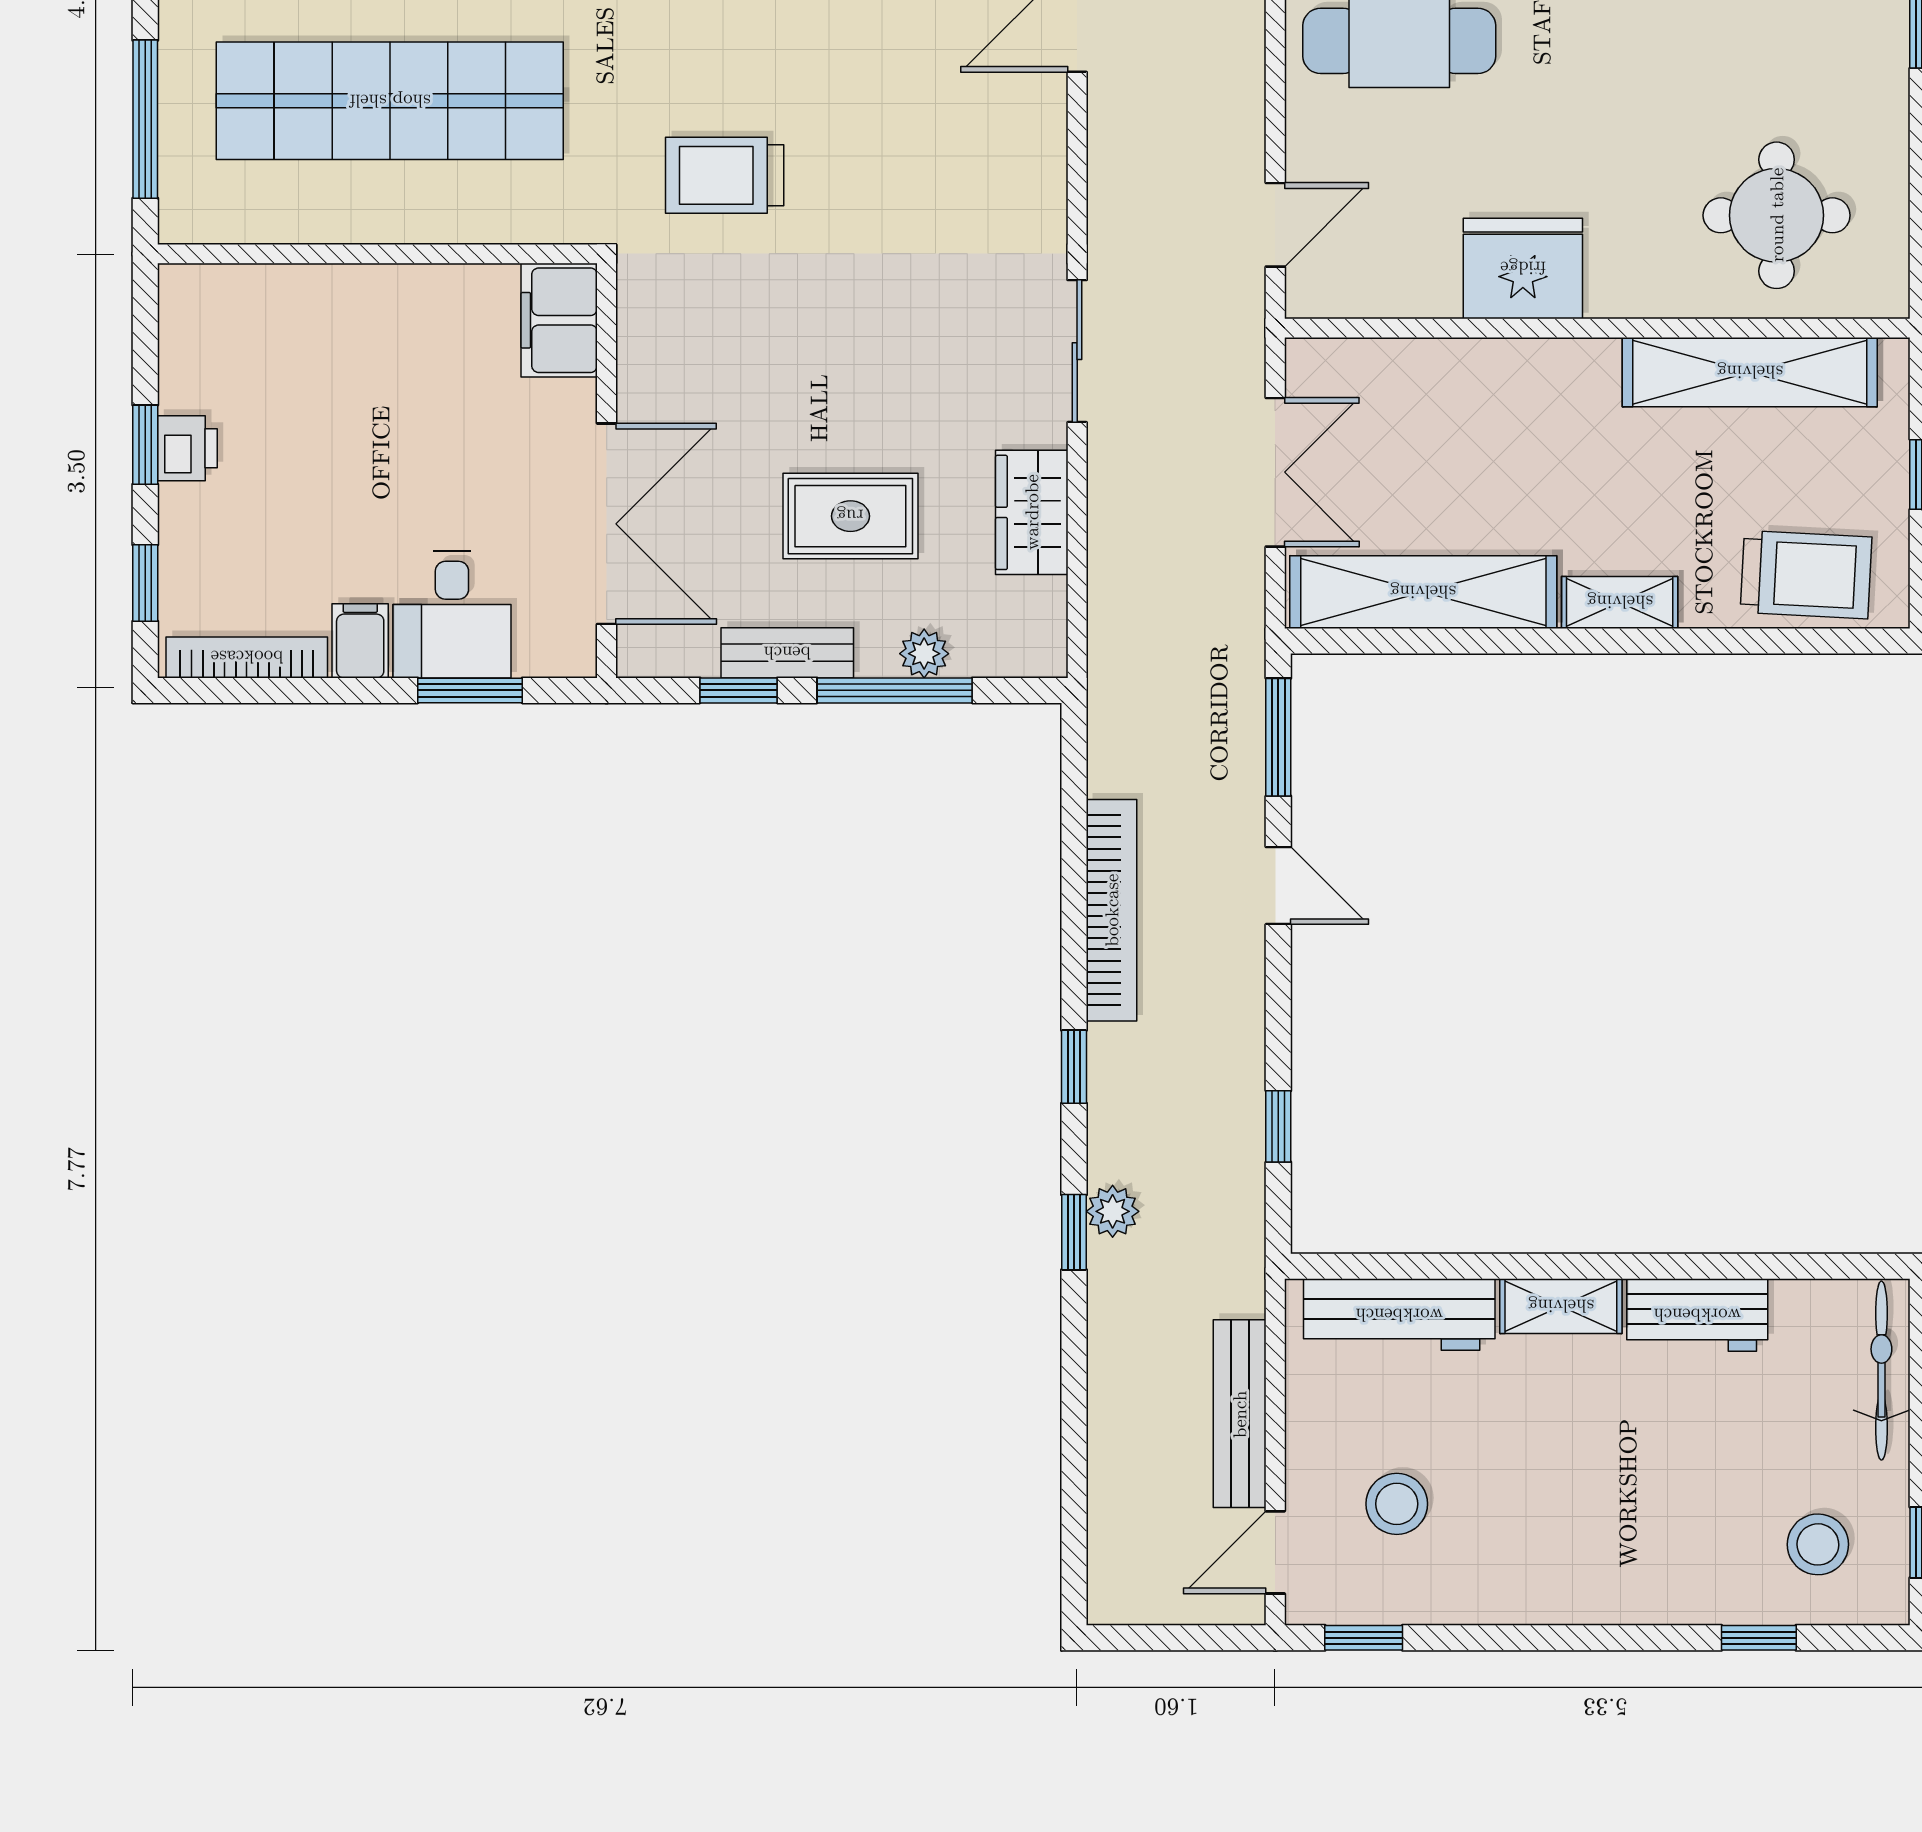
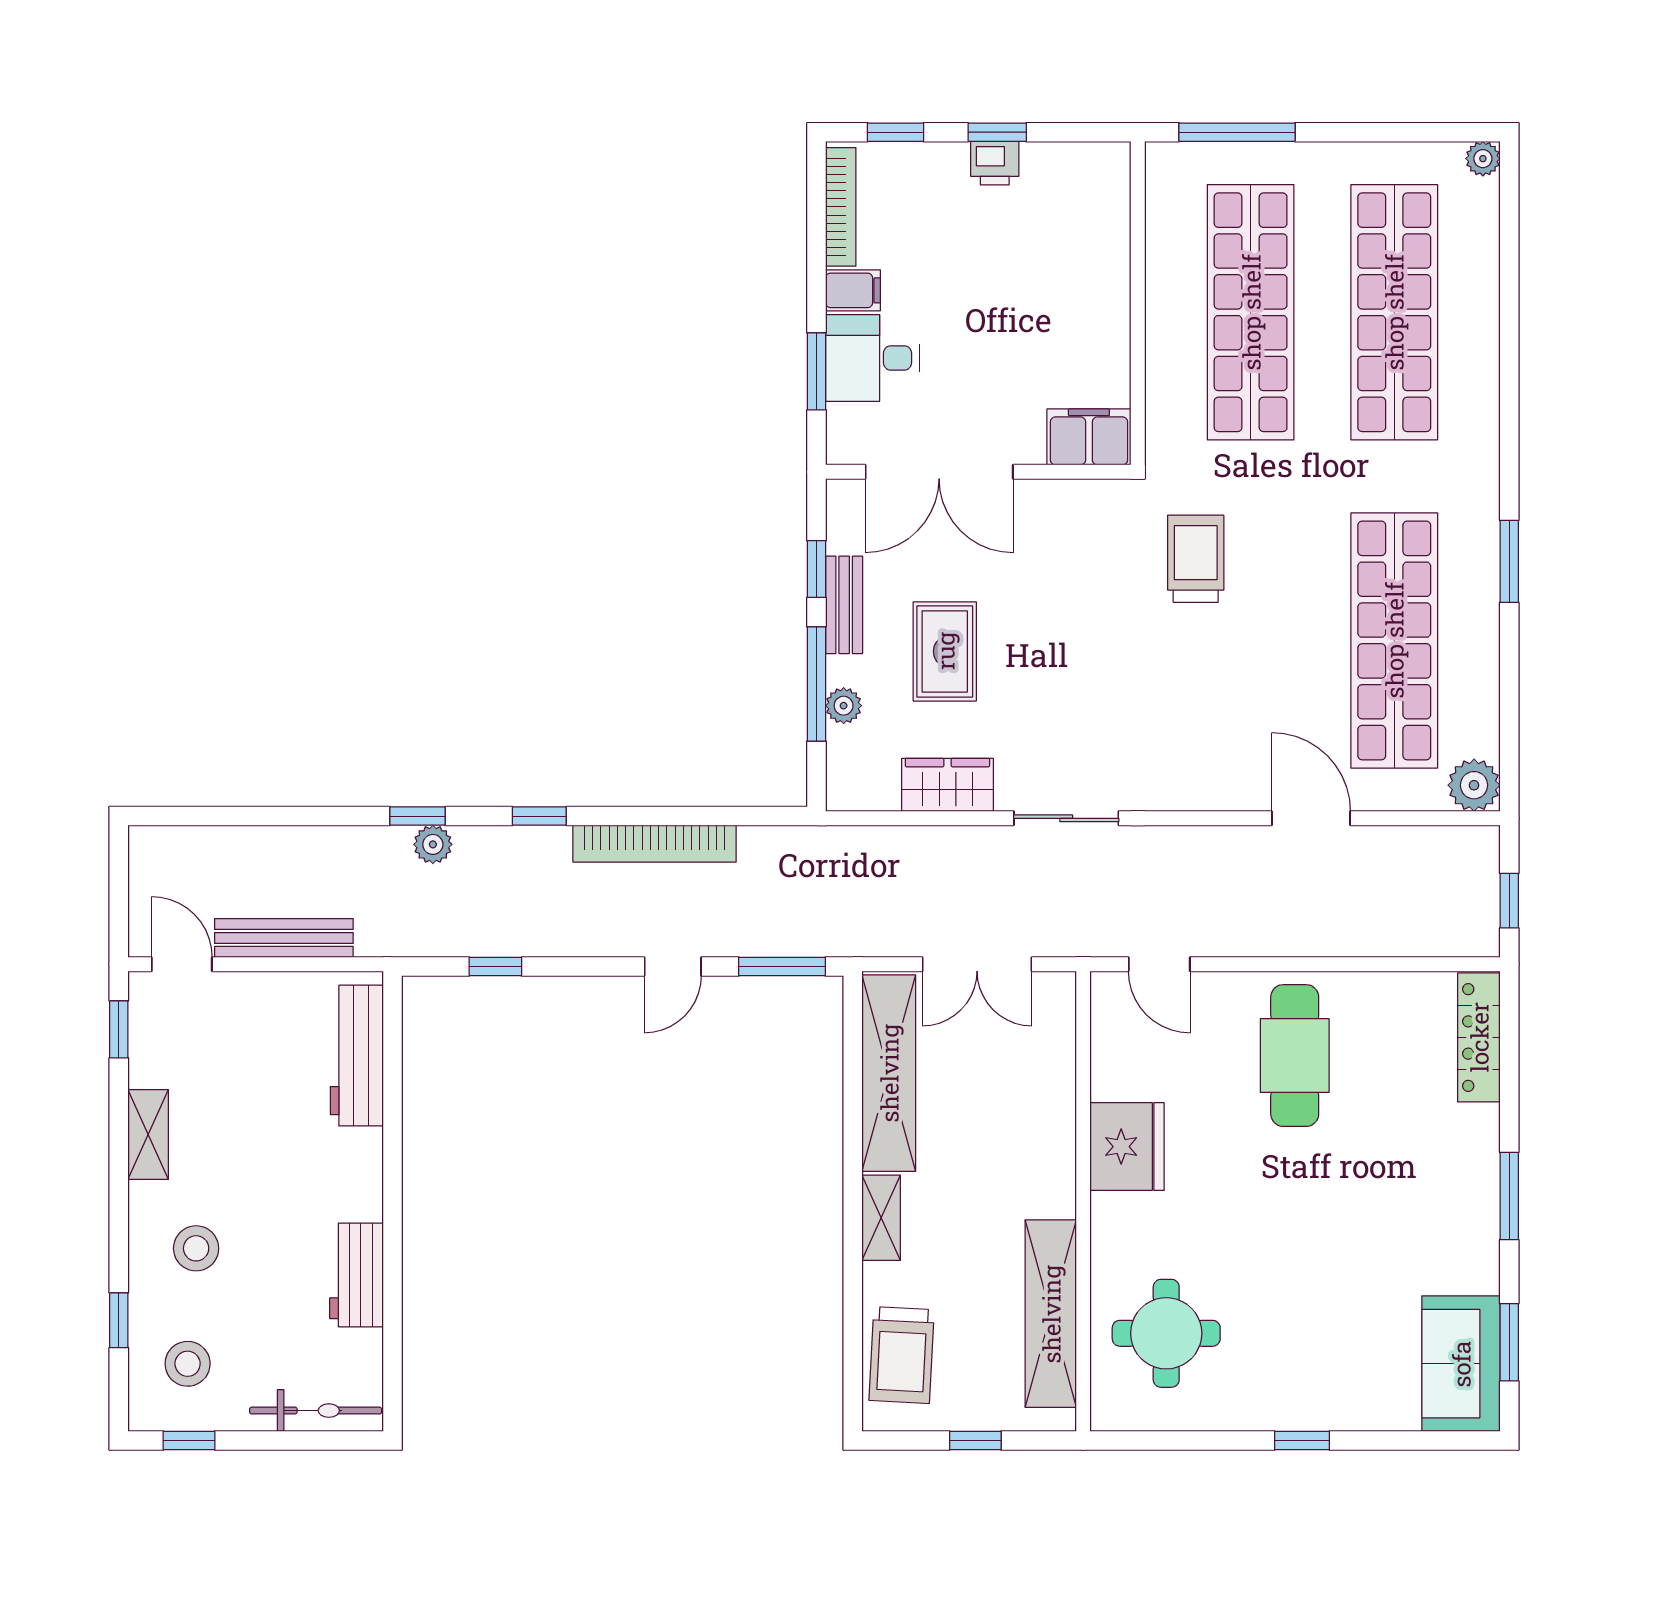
shelving: (1561, 1306) -> (148, 1135), moved
stool: (1397, 1504) -> (196, 1248), moved

